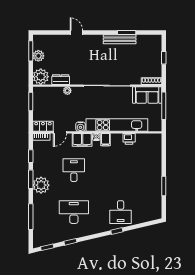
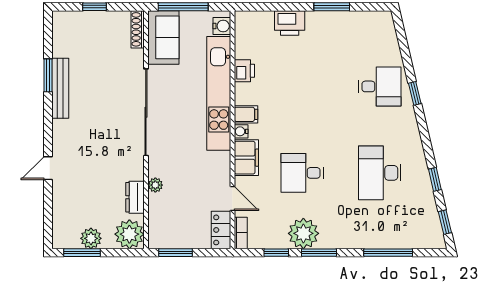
water cooler: (80, 127) -> (222, 26), moved
printer: (155, 163) -> (290, 23), added
plant: (41, 185) -> (303, 233), moved

